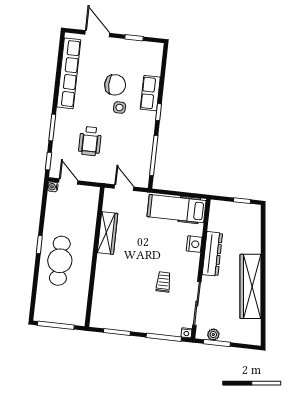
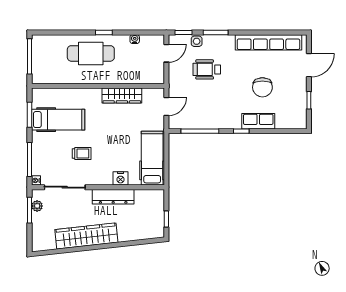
side table: (119, 107) -> (197, 41), moved
water cooler: (53, 187) -> (135, 39), moved
hospital bed: (125, 303) -> (58, 120), added

